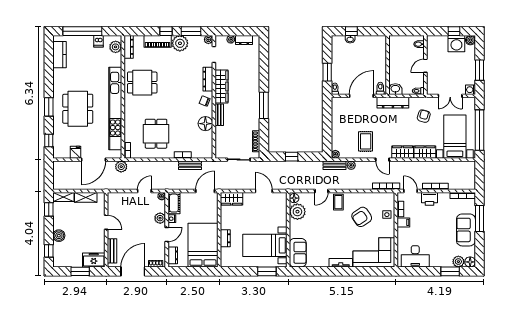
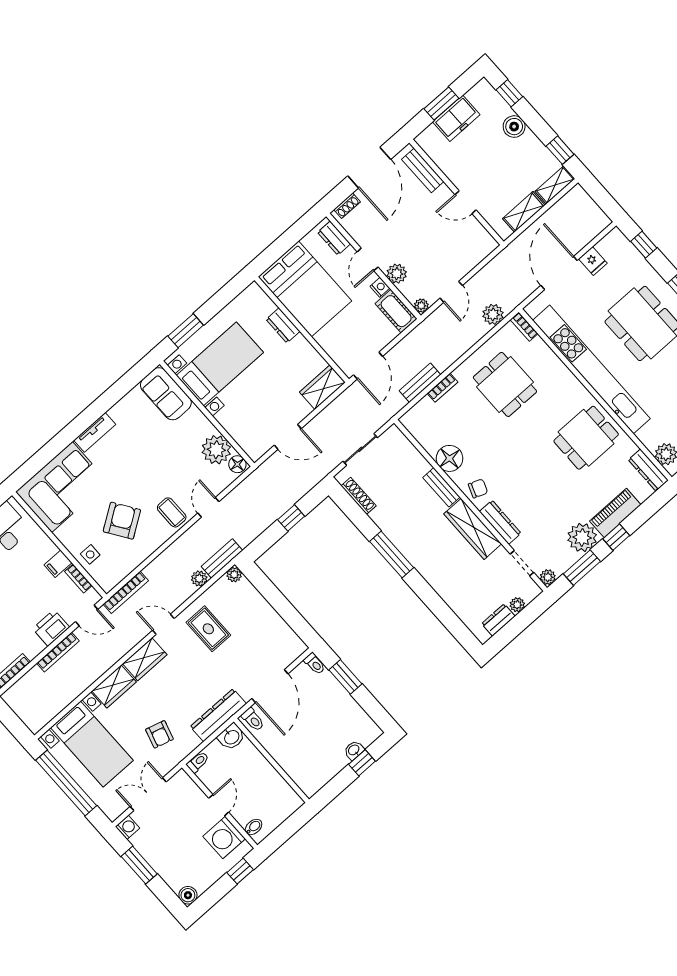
window: (454, 31) -> (240, 871), moved
washing machine: (456, 44) -> (224, 838), moved, turned -90
plant: (121, 167) -> (493, 314), moved
freezer: (94, 260) -> (456, 118), moved

